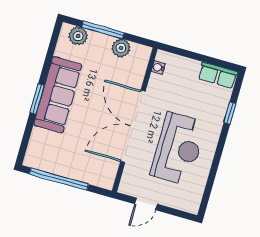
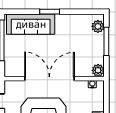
plant: (121, 48) -> (98, 70), moved
sofa: (58, 95) -> (31, 24), moved

